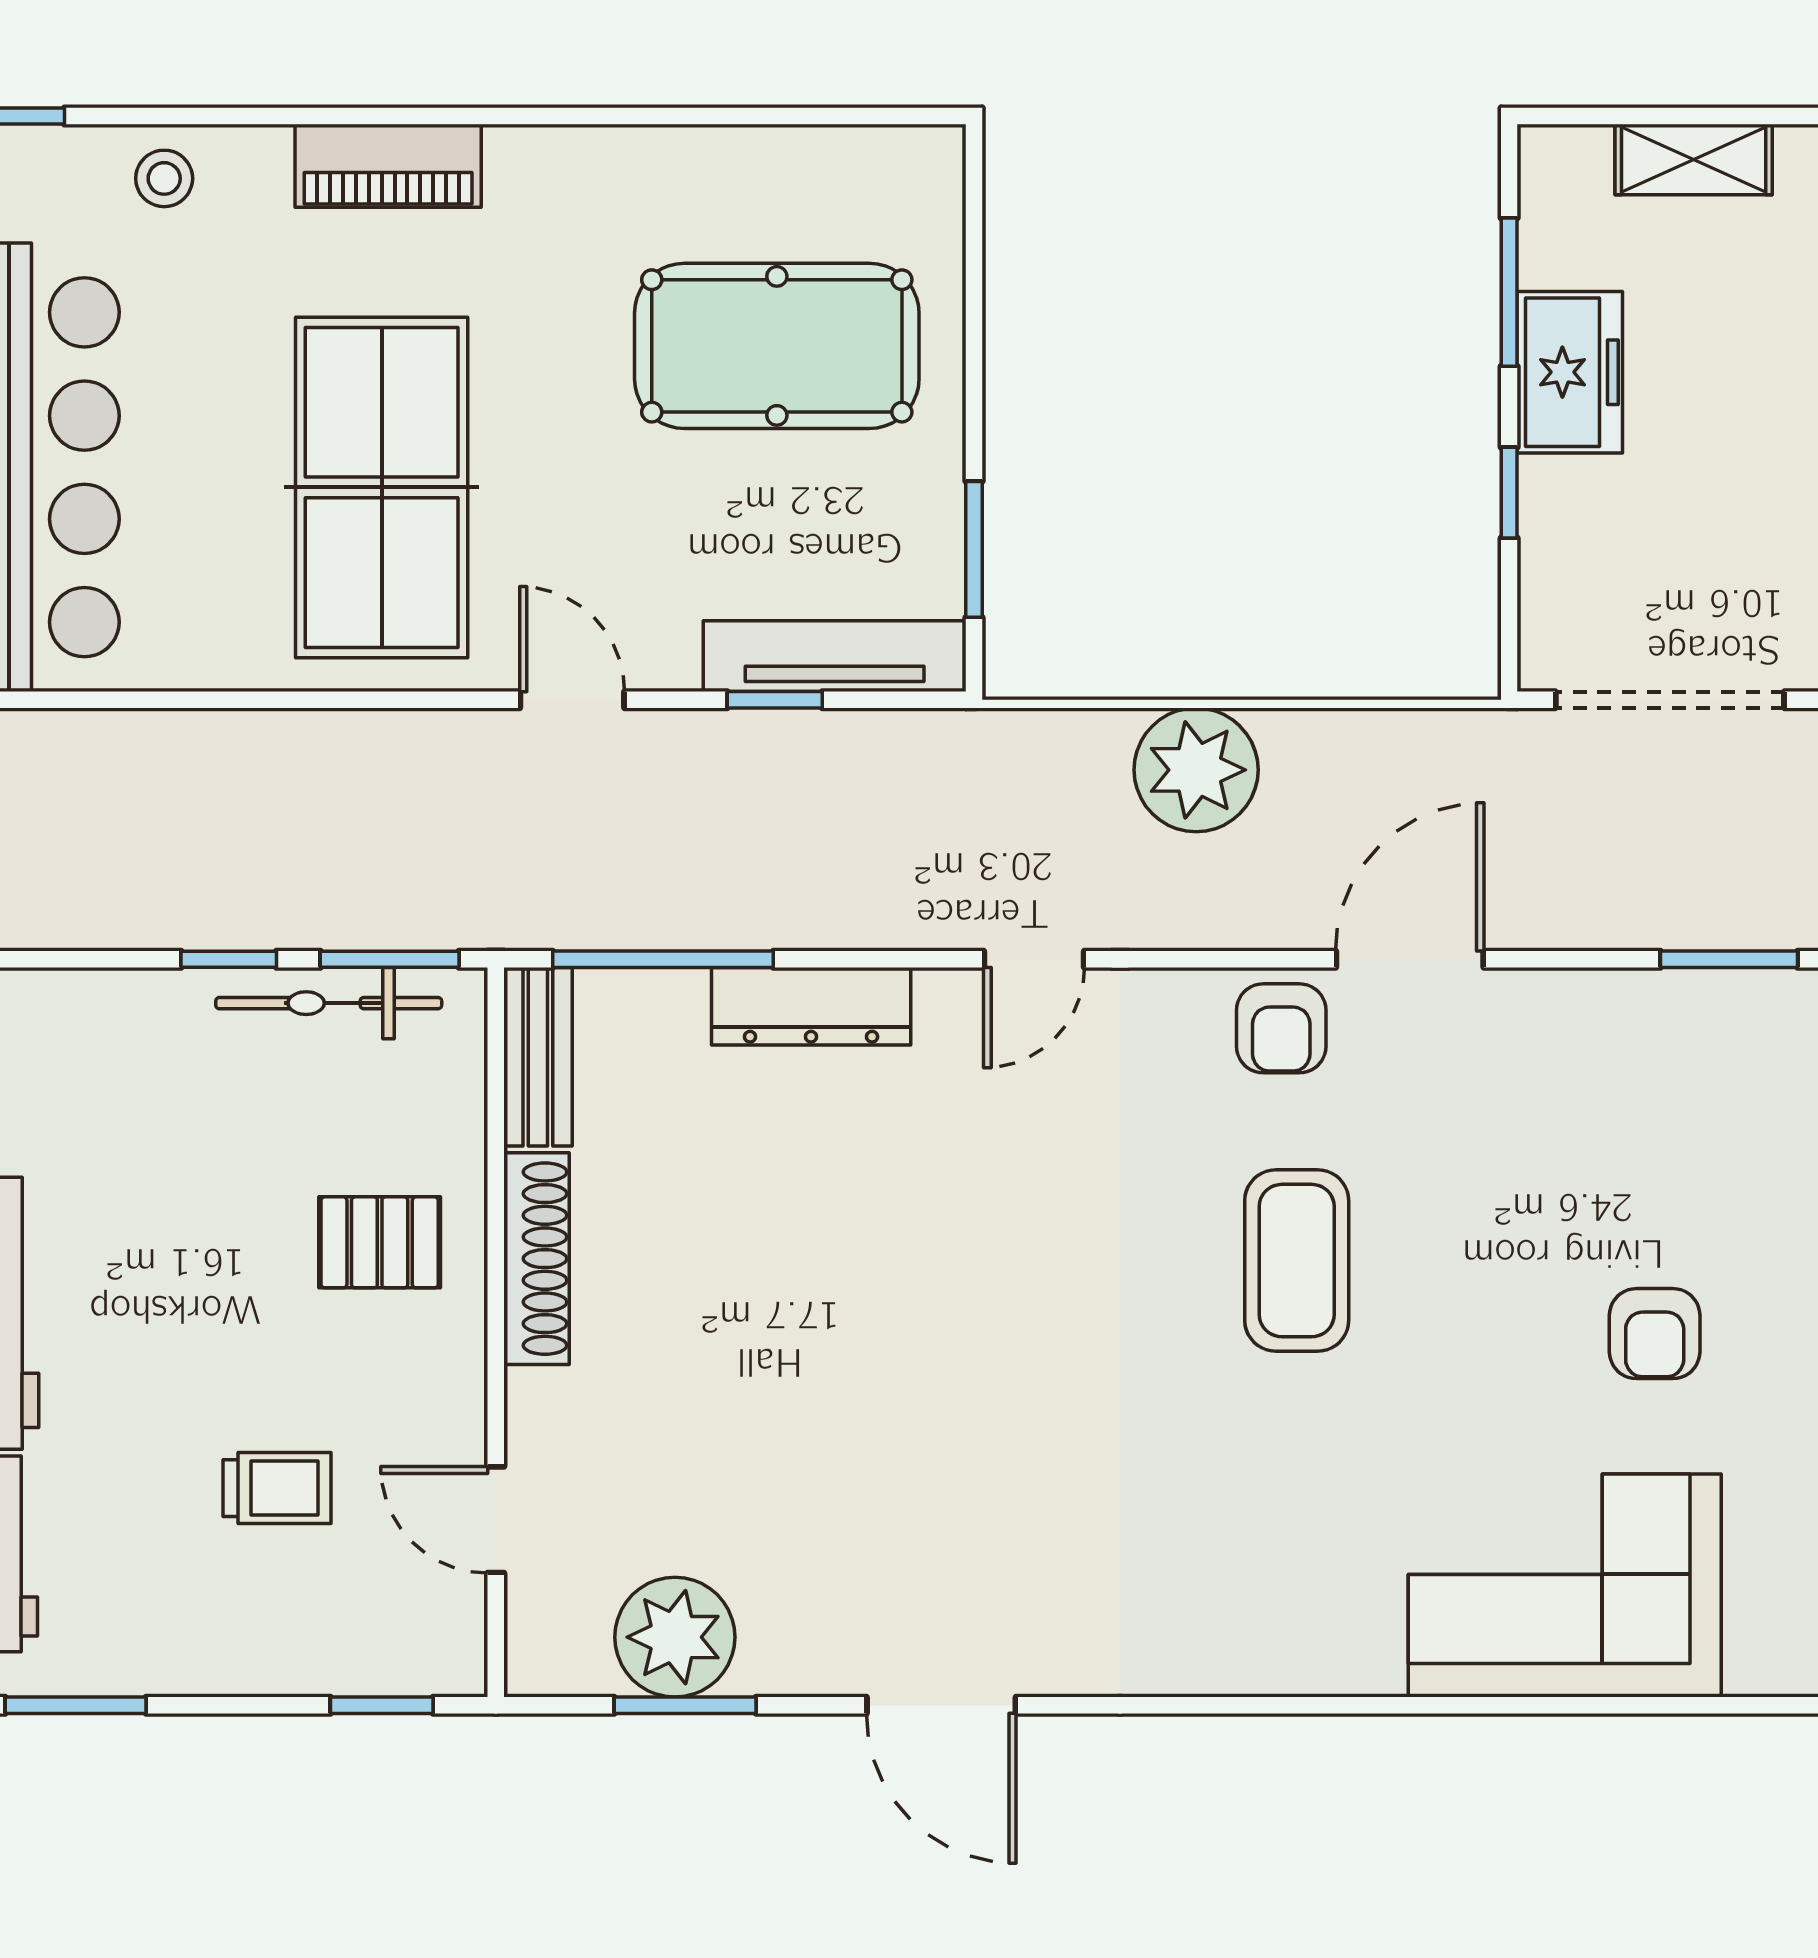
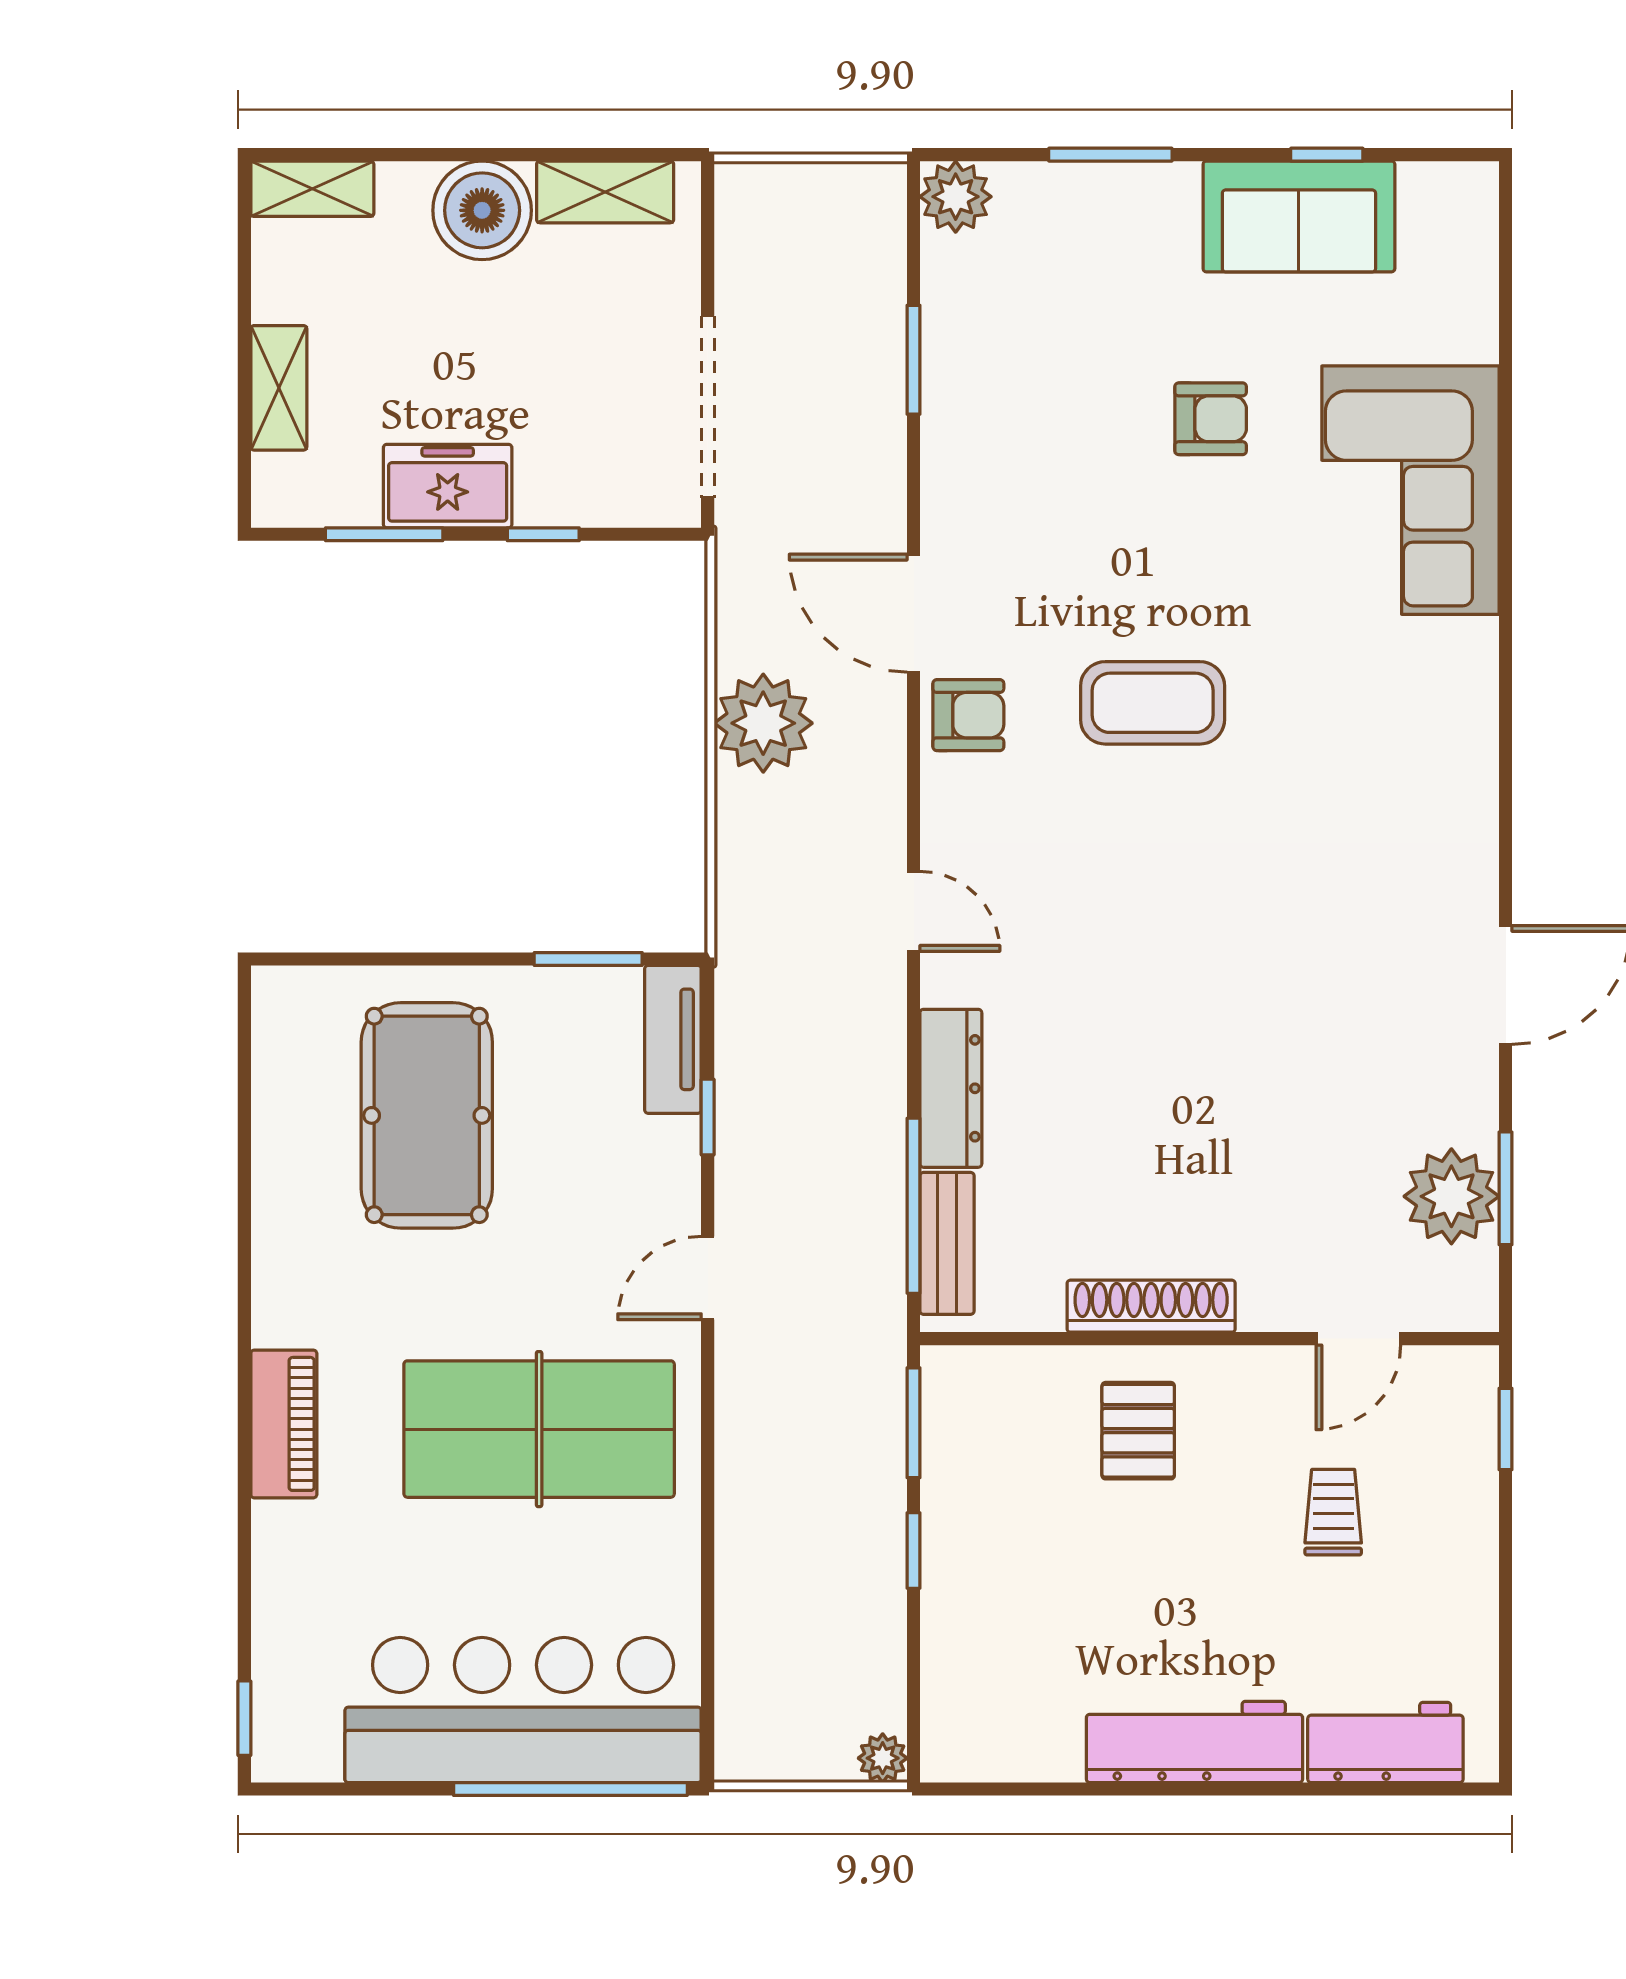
stool: (164, 178) -> (294, 1602), removed
tv unit: (835, 656) -> (673, 1039), width x0.71
plant: (1196, 770) -> (763, 723), moved
bicycle: (329, 1003) -> (948, 1471), removed
bench: (538, 1057) -> (947, 1243), moved, turned 90
window: (76, 1705) -> (1506, 1672), removed

